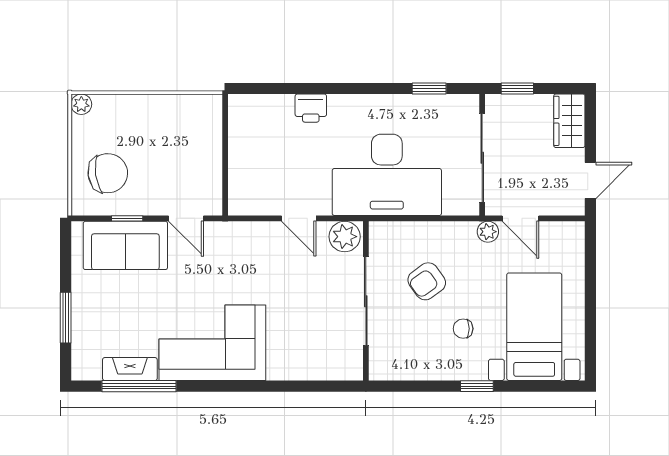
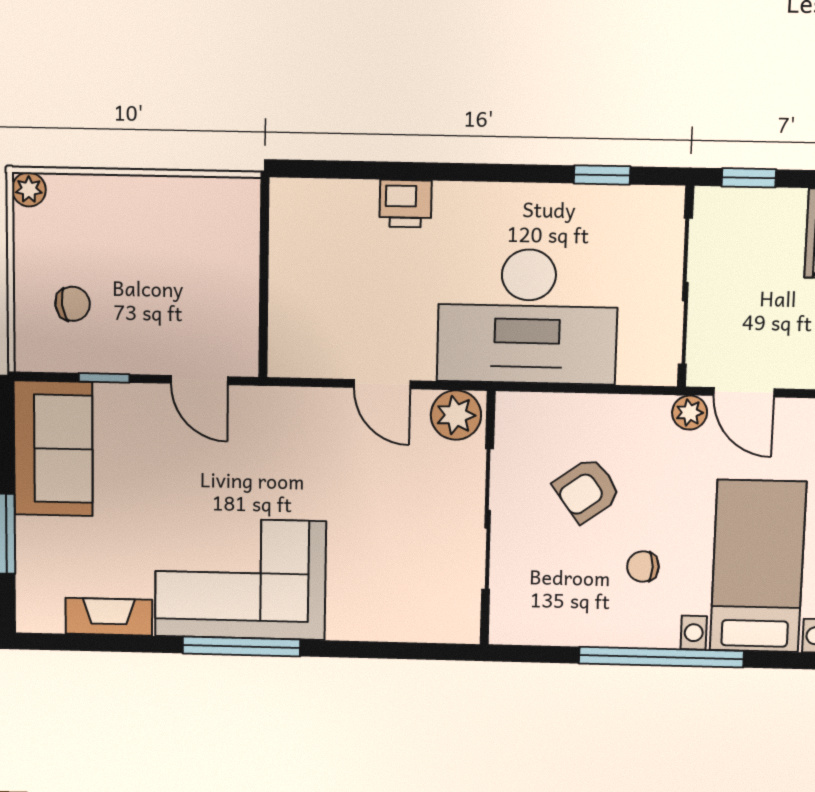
chair: (108, 173) -> (73, 304), width x0.54, depth x0.54
sofa: (125, 245) -> (53, 449), moved, turned -90
window: (139, 386) -> (241, 647), moved
window: (477, 386) -> (661, 657), width x3.17

